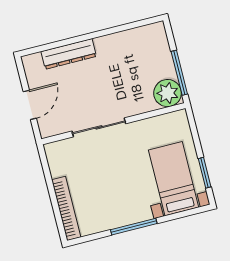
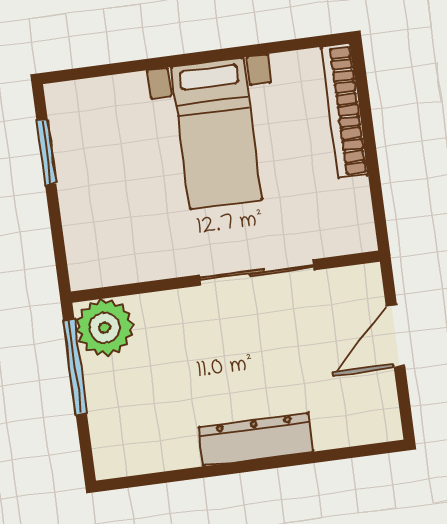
dresser: (69, 54) -> (256, 439), moved
bed with nightstands: (174, 179) -> (217, 133), moved
window: (134, 227) -> (208, 56), removed

